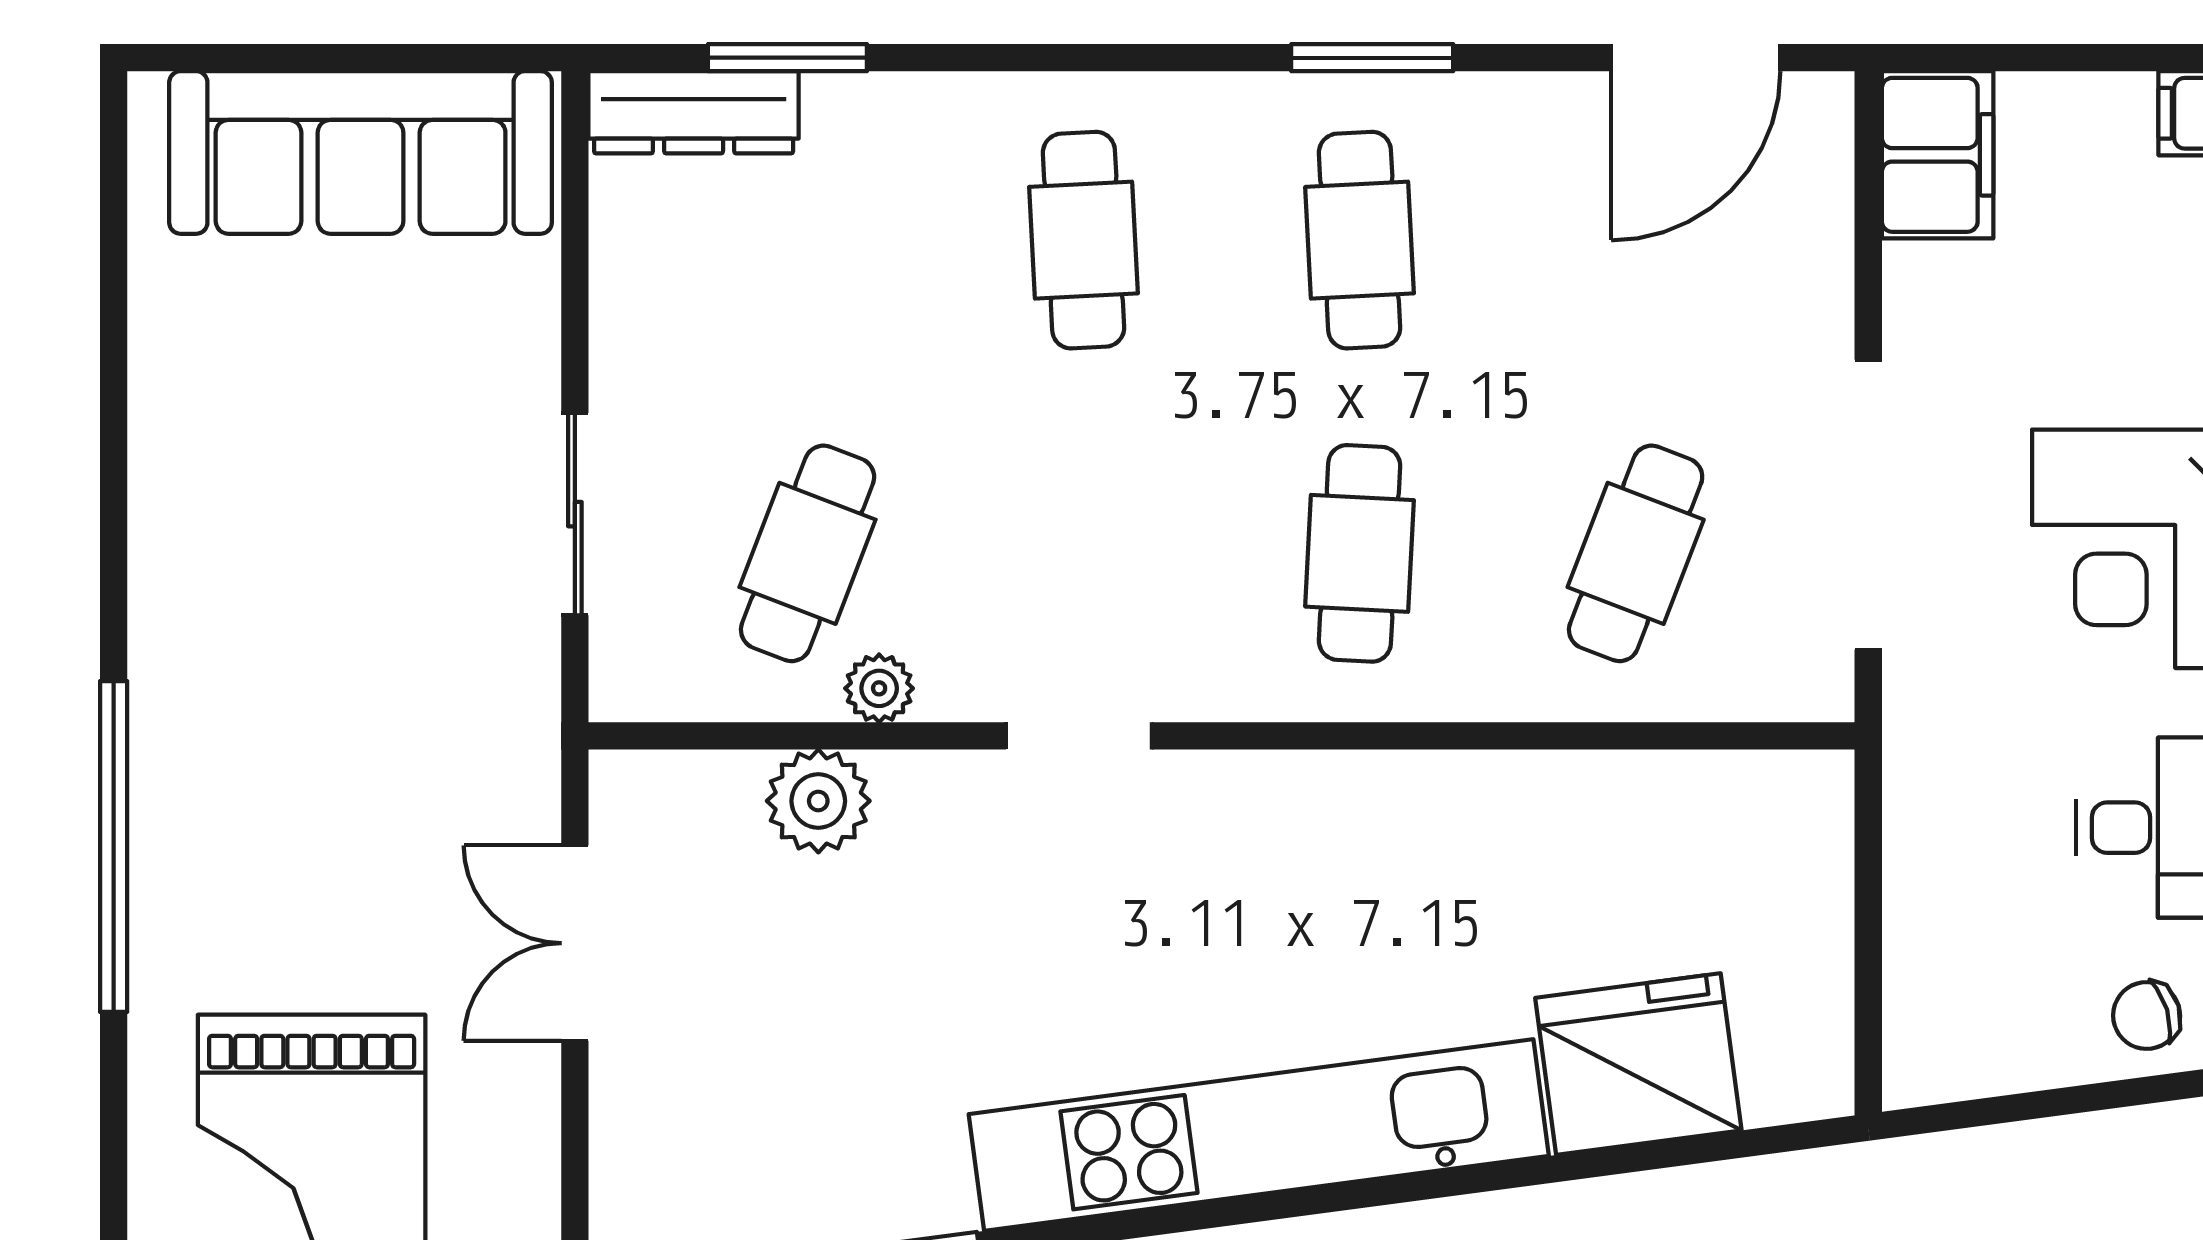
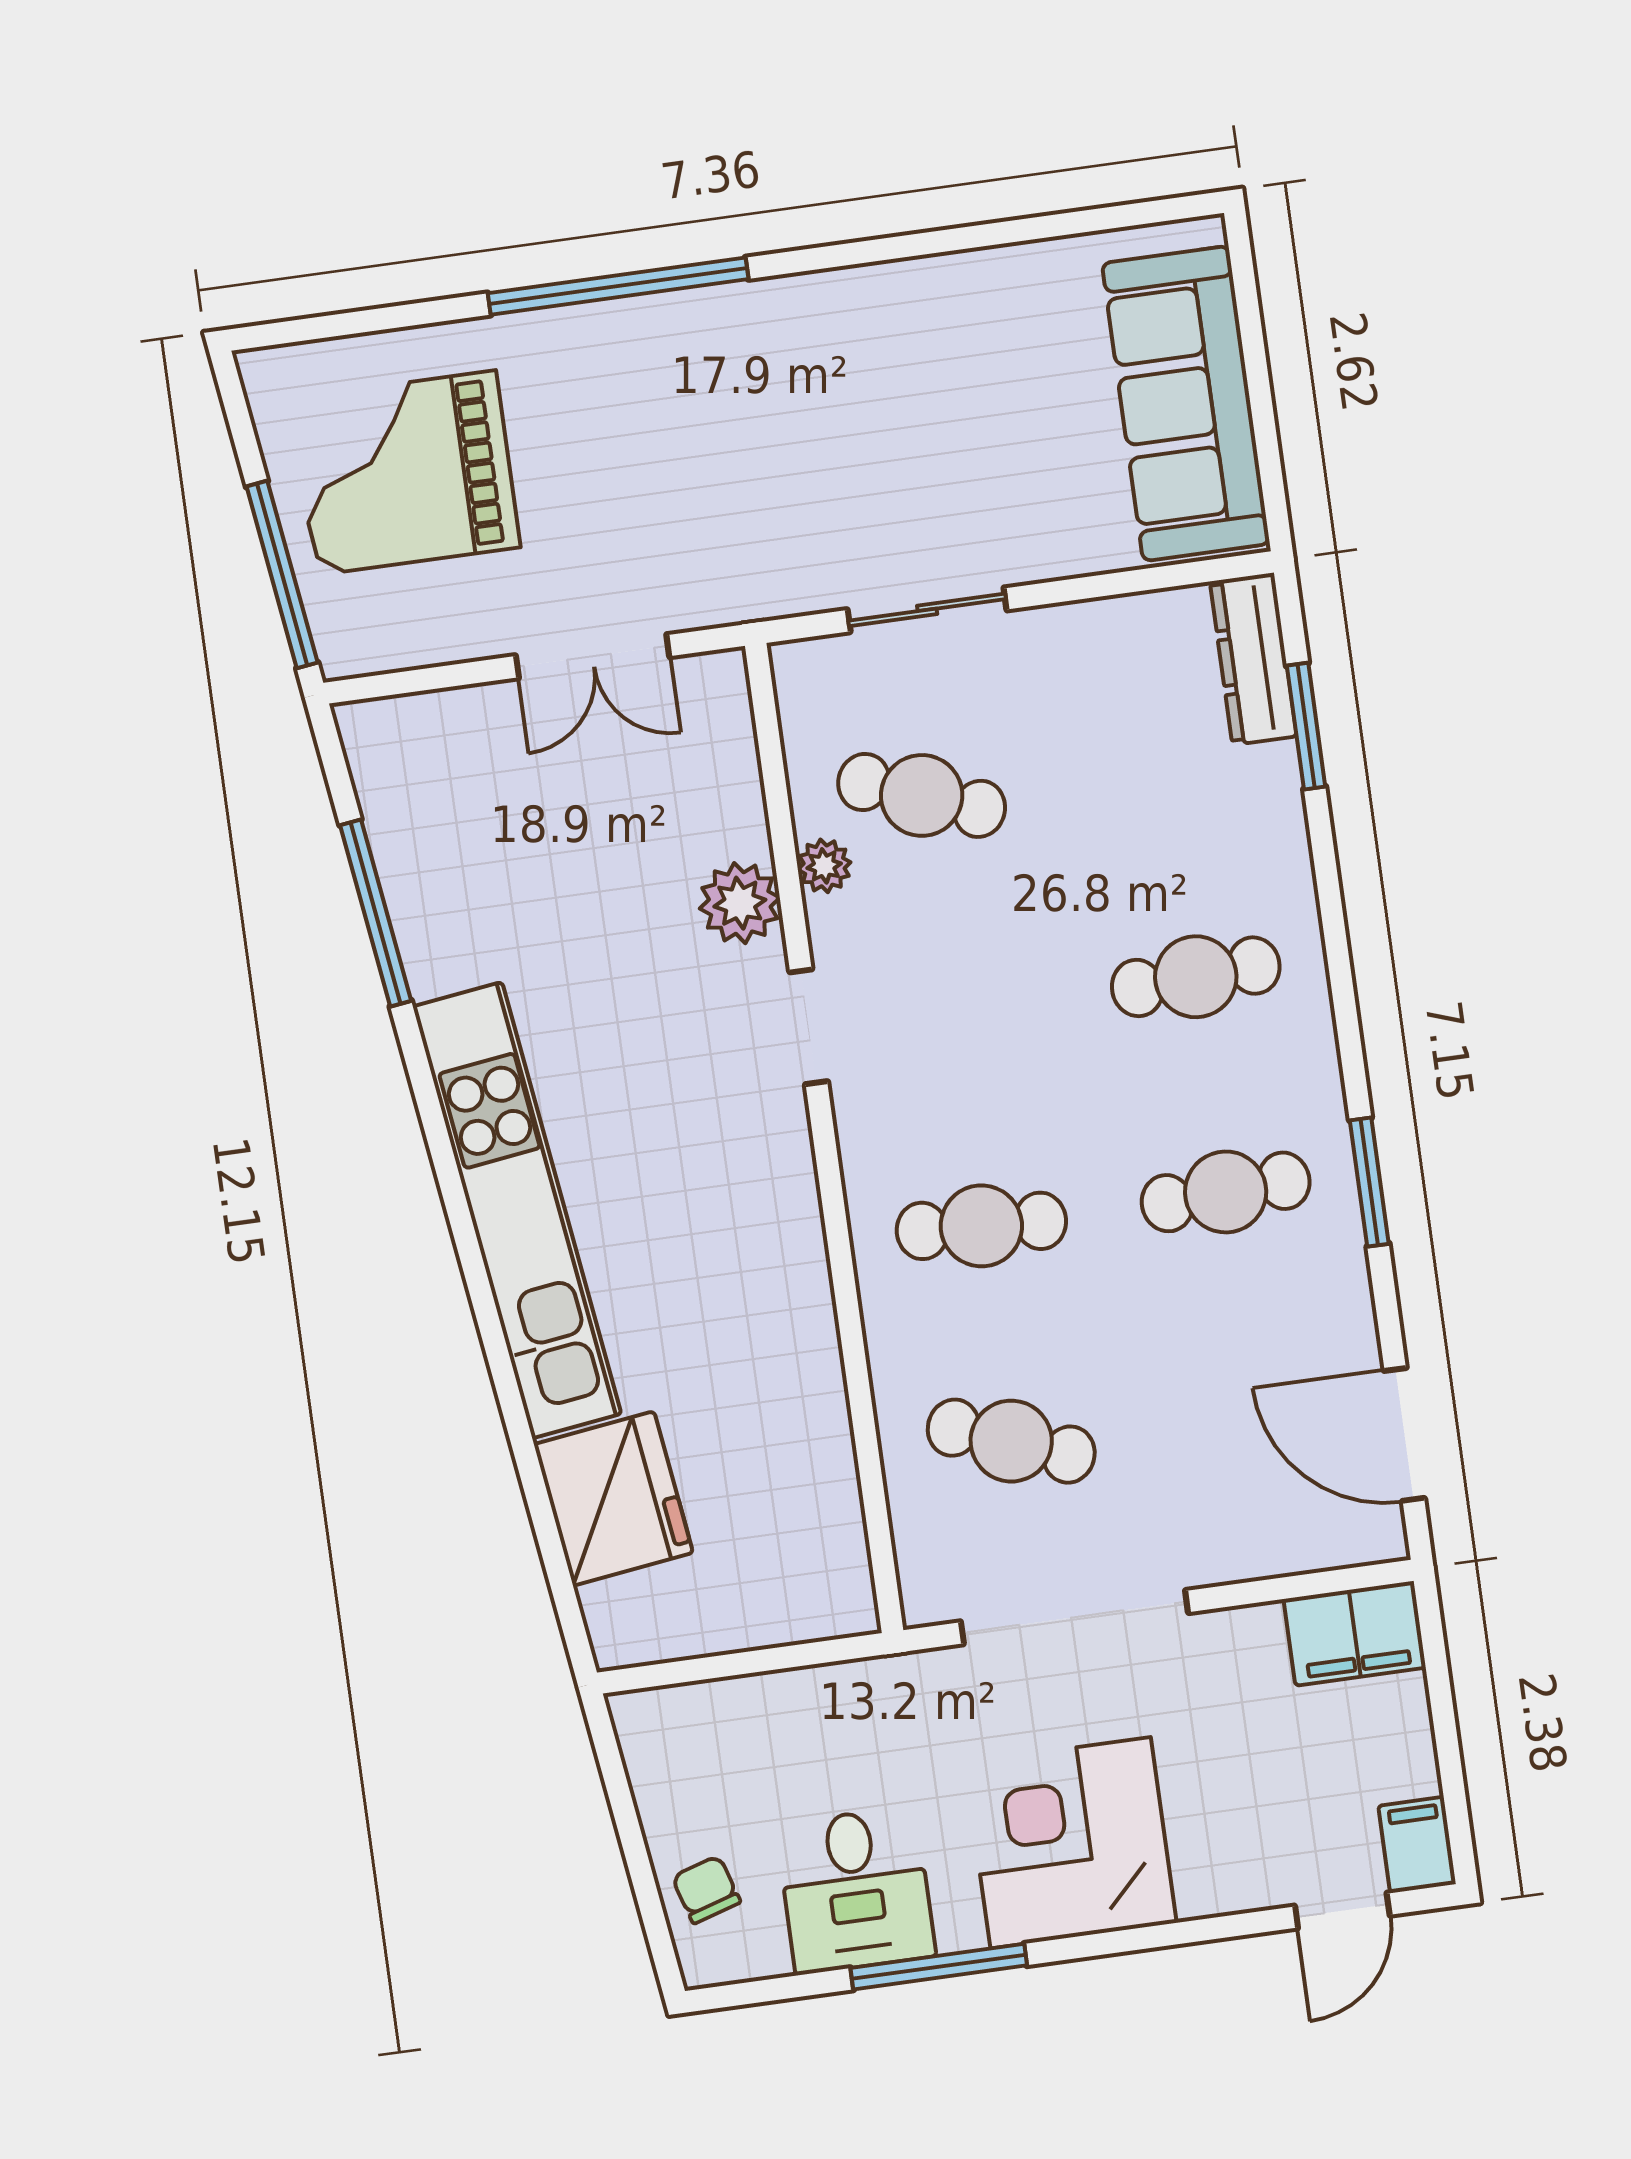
plant: (818, 801) -> (740, 903), moved
double door: (575, 943) -> (593, 656), swing flipped

